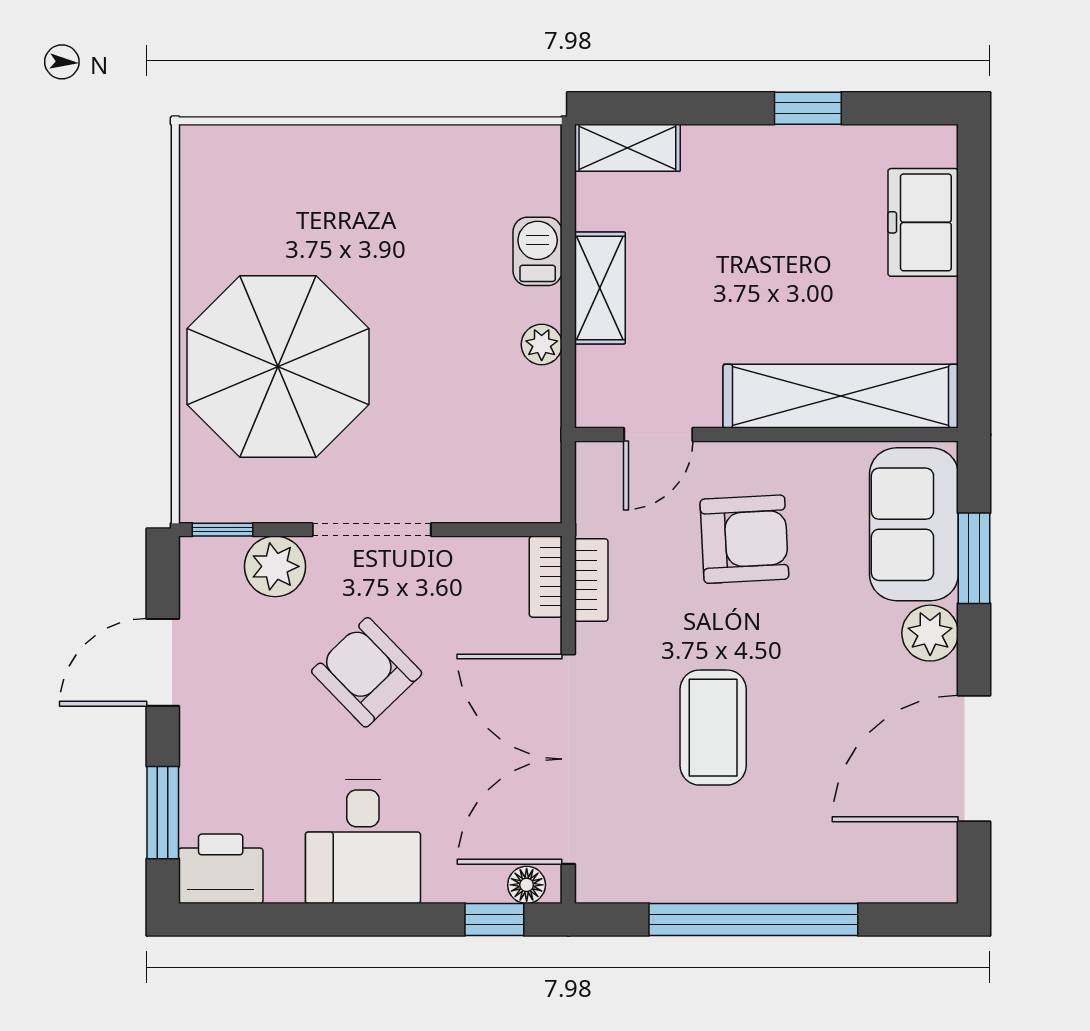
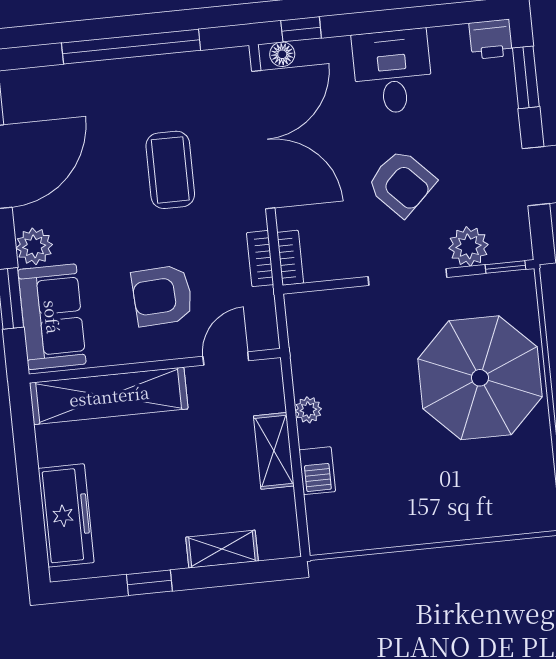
shelving: (627, 148) -> (222, 549), moved
freezer: (923, 222) -> (66, 515), width x1.40
printer: (221, 869) -> (491, 39), width x0.73, depth x0.81

